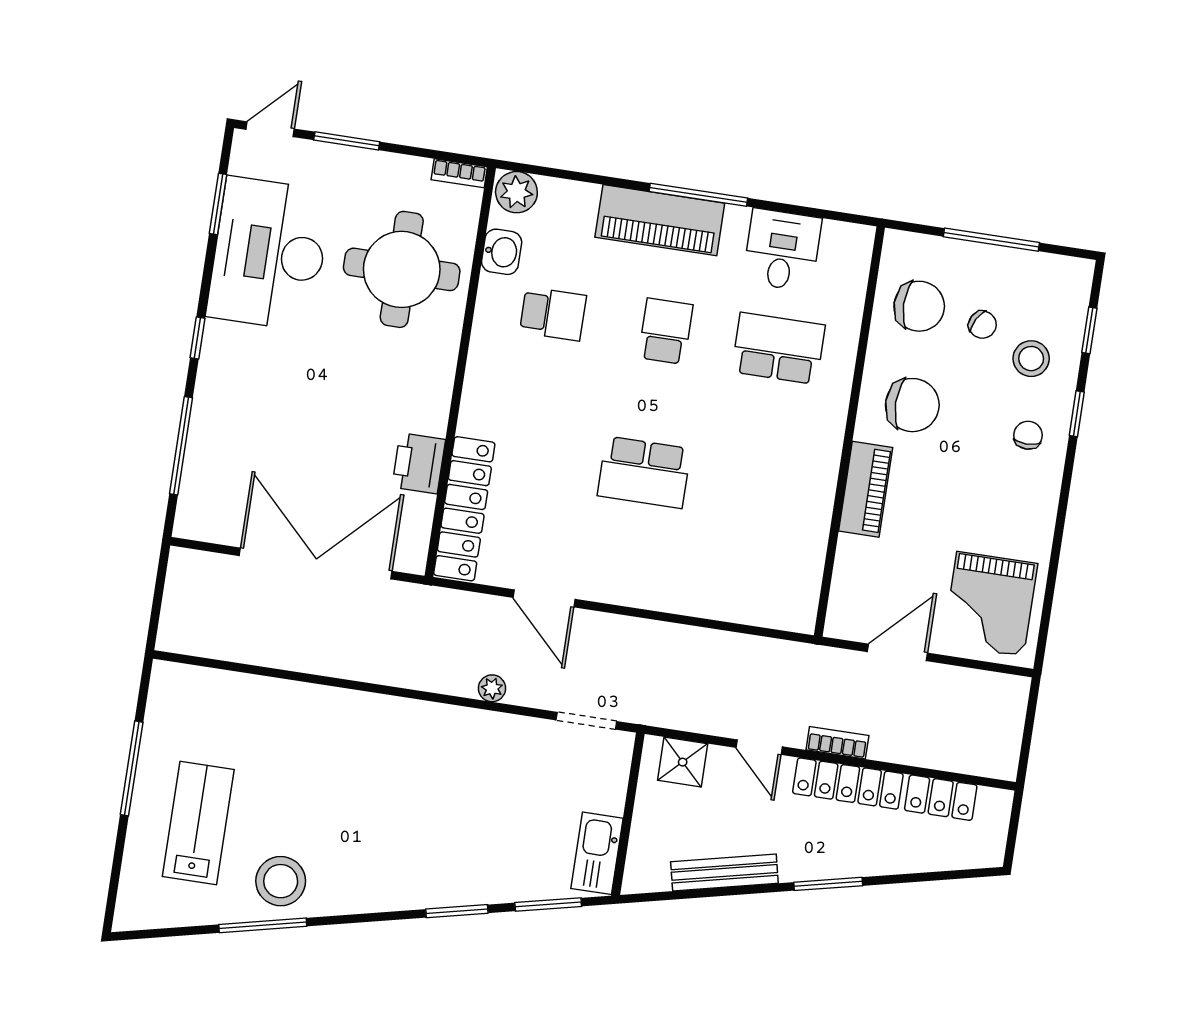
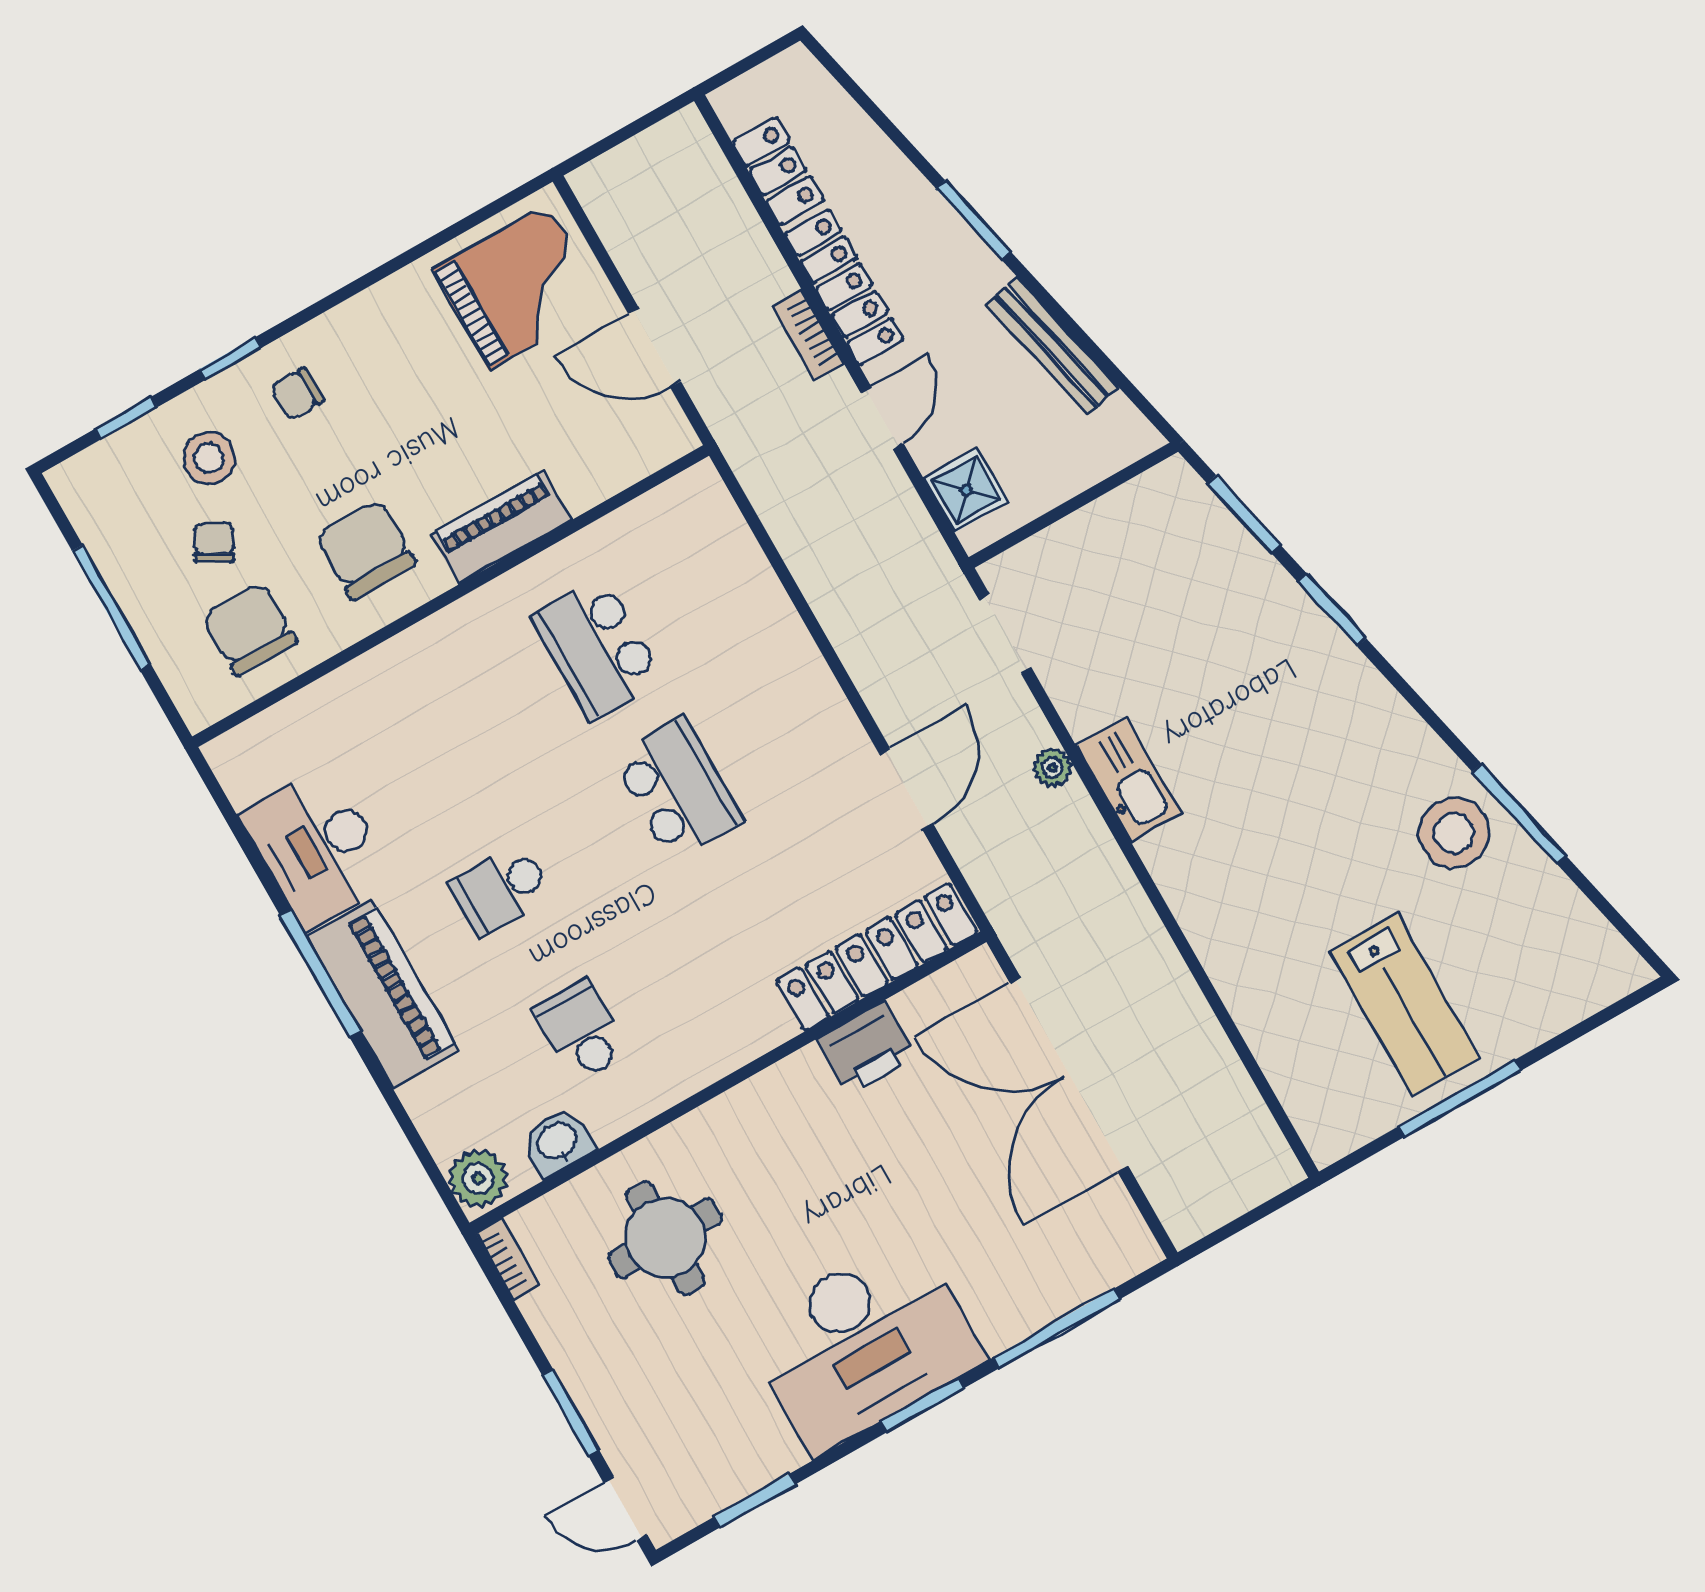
desk: (782, 250) -> (317, 847), width x1.37
desk: (269, 254) -> (863, 1344), moved
round table: (402, 269) -> (665, 1238), width x0.73, depth x0.73
window: (198, 338) -> (922, 1405), width x1.50
school desk: (778, 348) -> (597, 648), moved
lab bench: (198, 823) -> (1405, 1004), moved, turned -90
kitchen sink: (597, 853) -> (1129, 779), moved, turned -90

